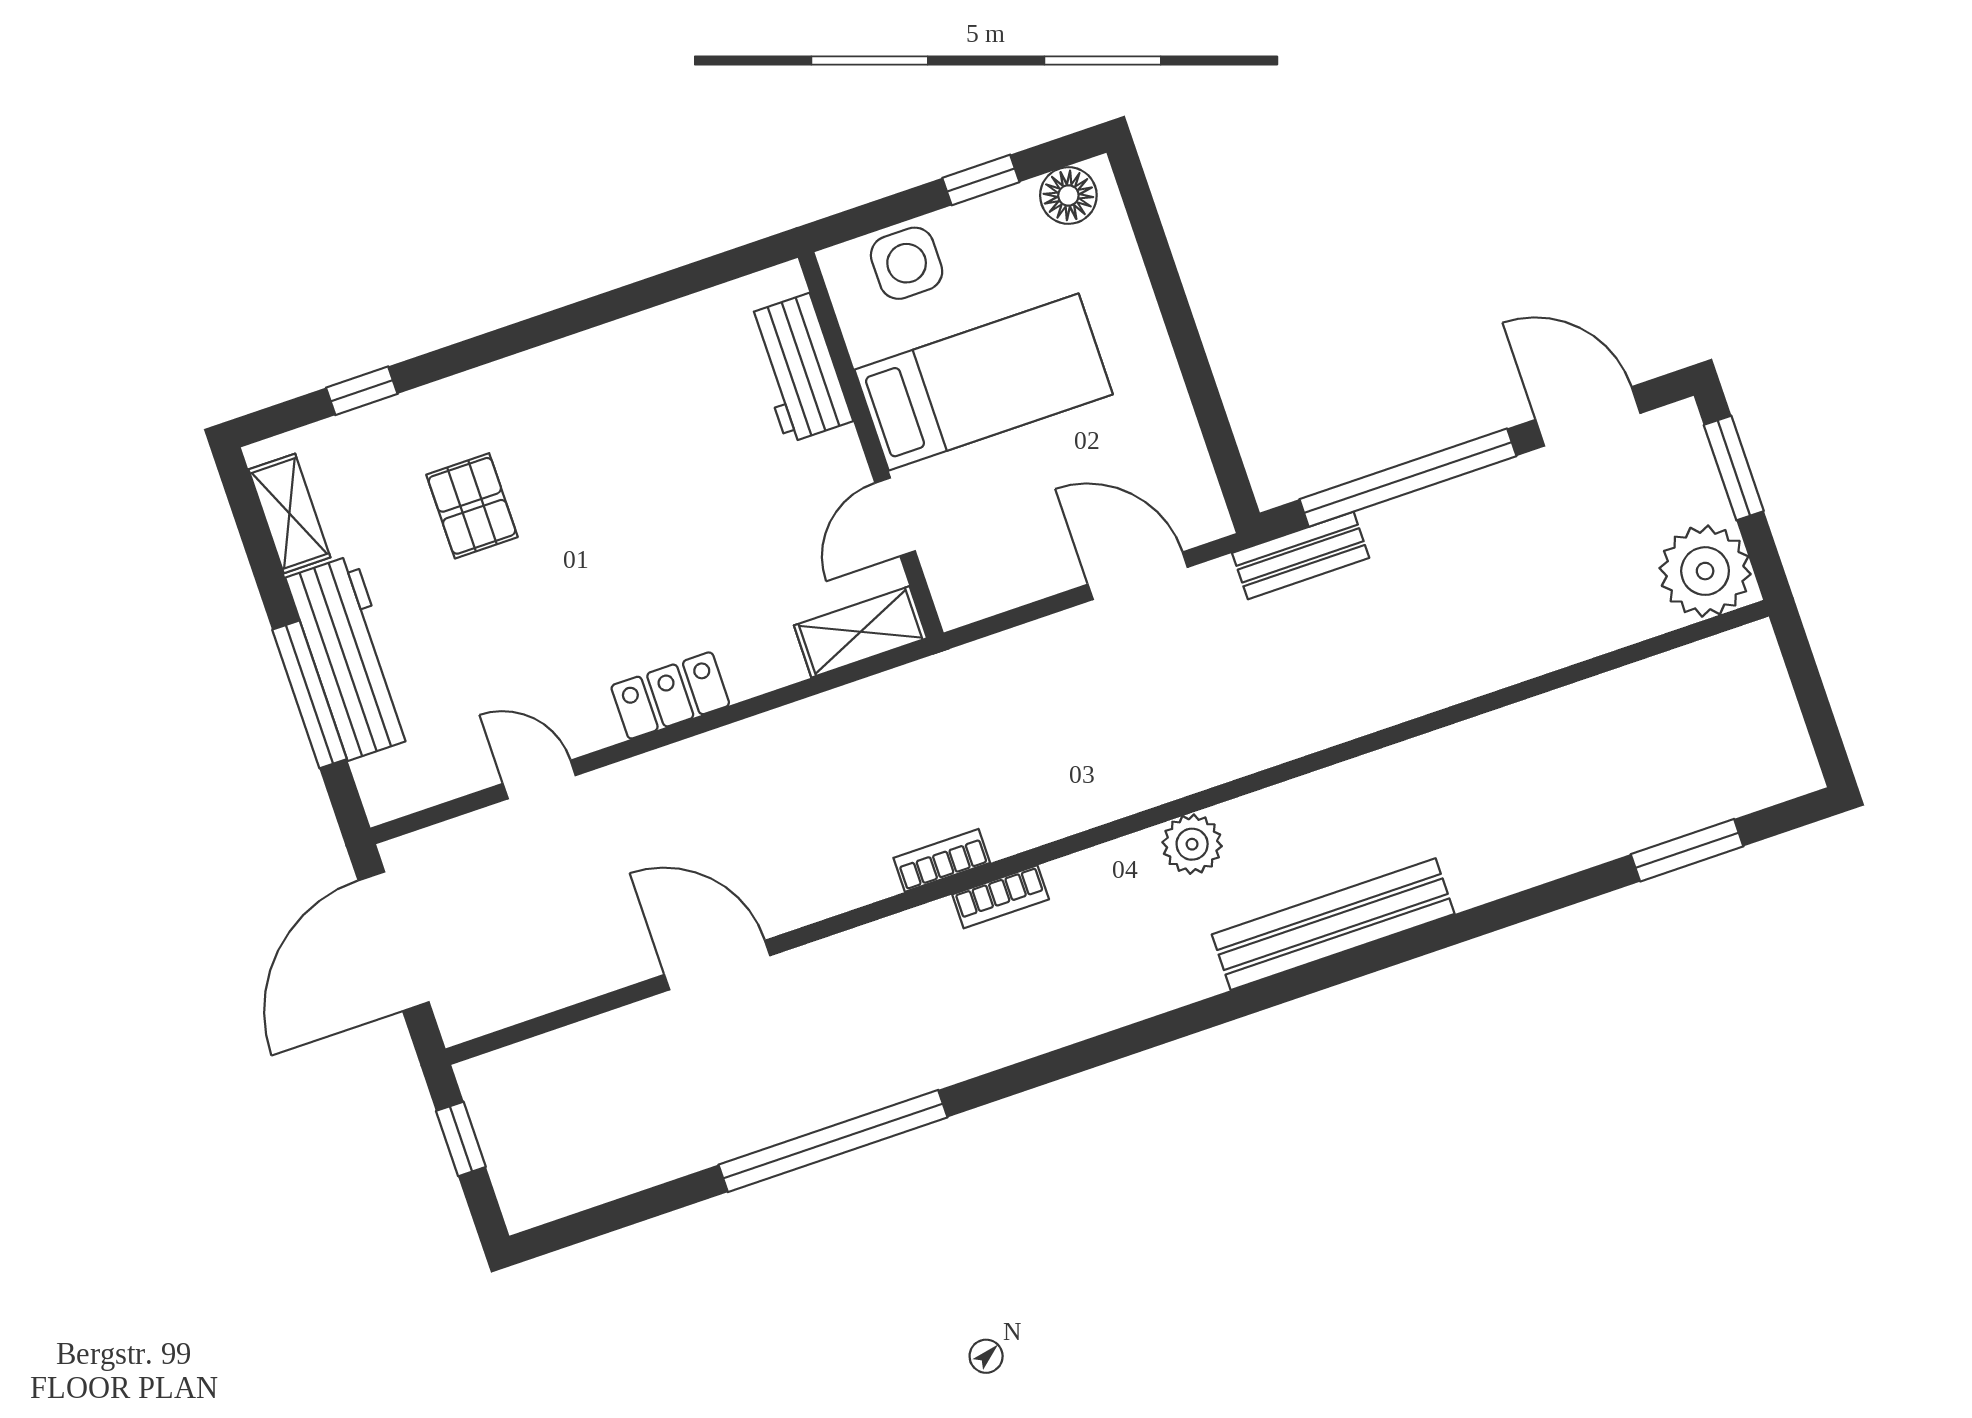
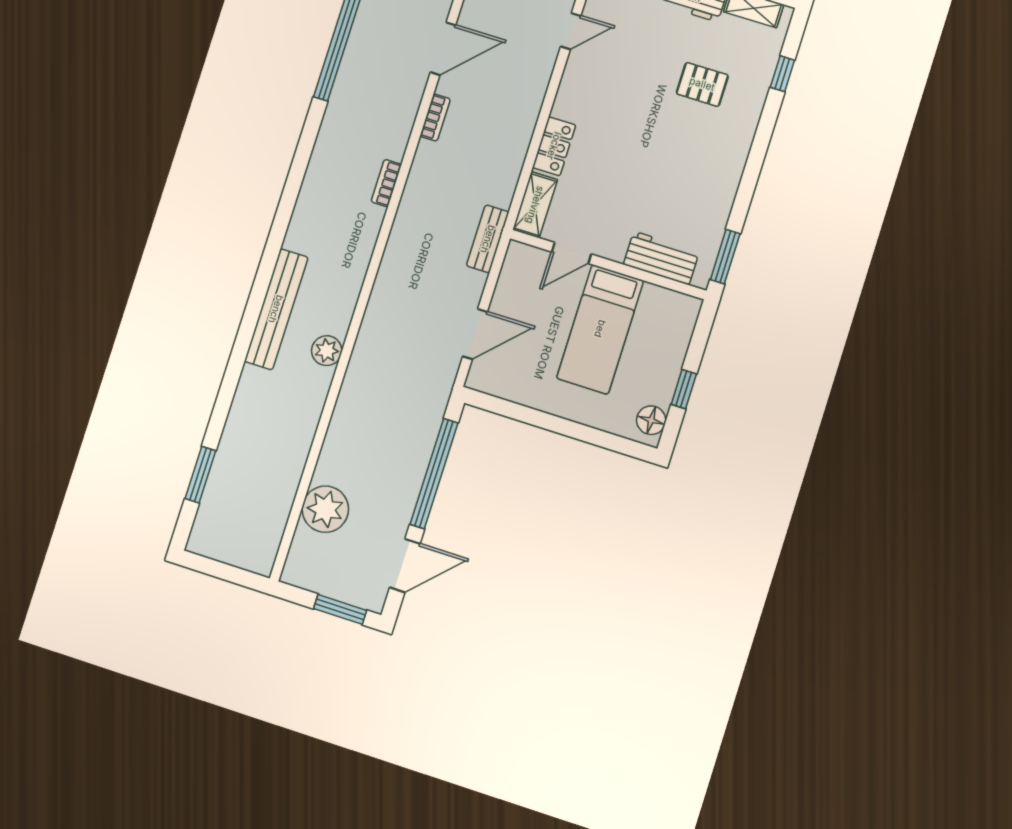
side table: (907, 263) -> (672, 334), removed
window: (722, 268) -> (725, 257), added
door: (895, 517) -> (571, 253), swing flipped
bench: (1301, 555) -> (488, 239), moved
plant: (1705, 571) -> (325, 509), moved
locker: (670, 695) -> (554, 146), moved
plant: (1192, 844) -> (327, 351), moved
bookcase: (942, 860) -> (435, 118), moved

